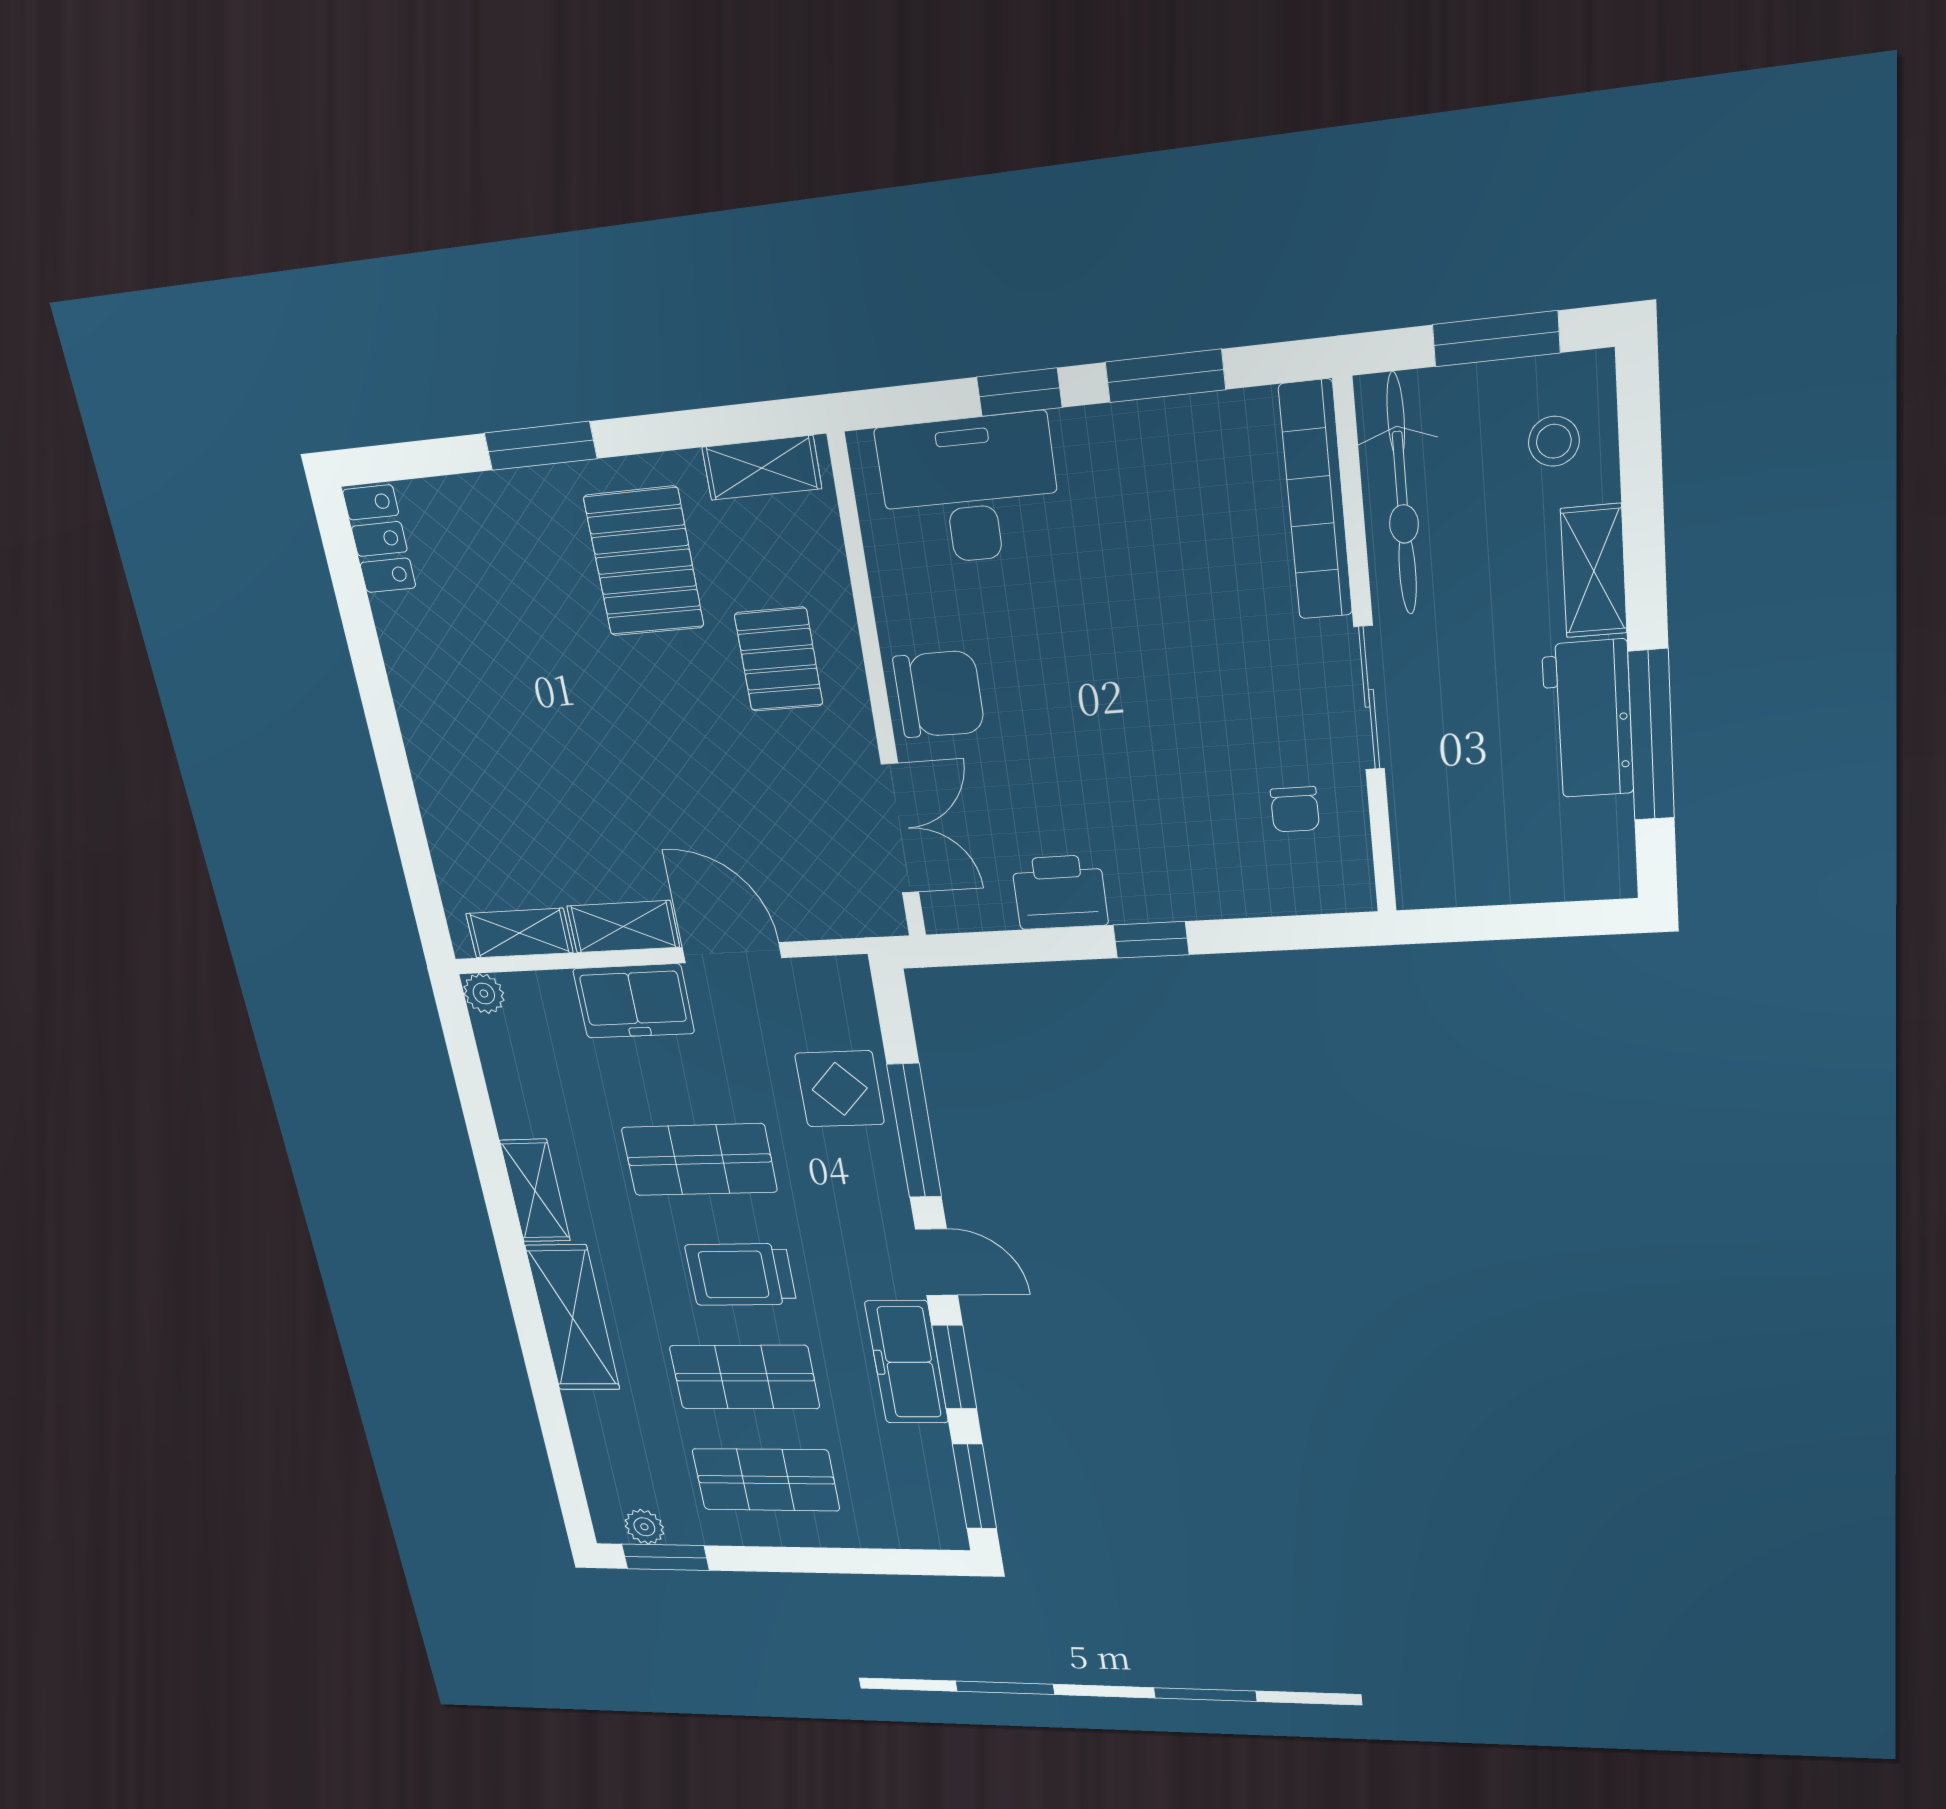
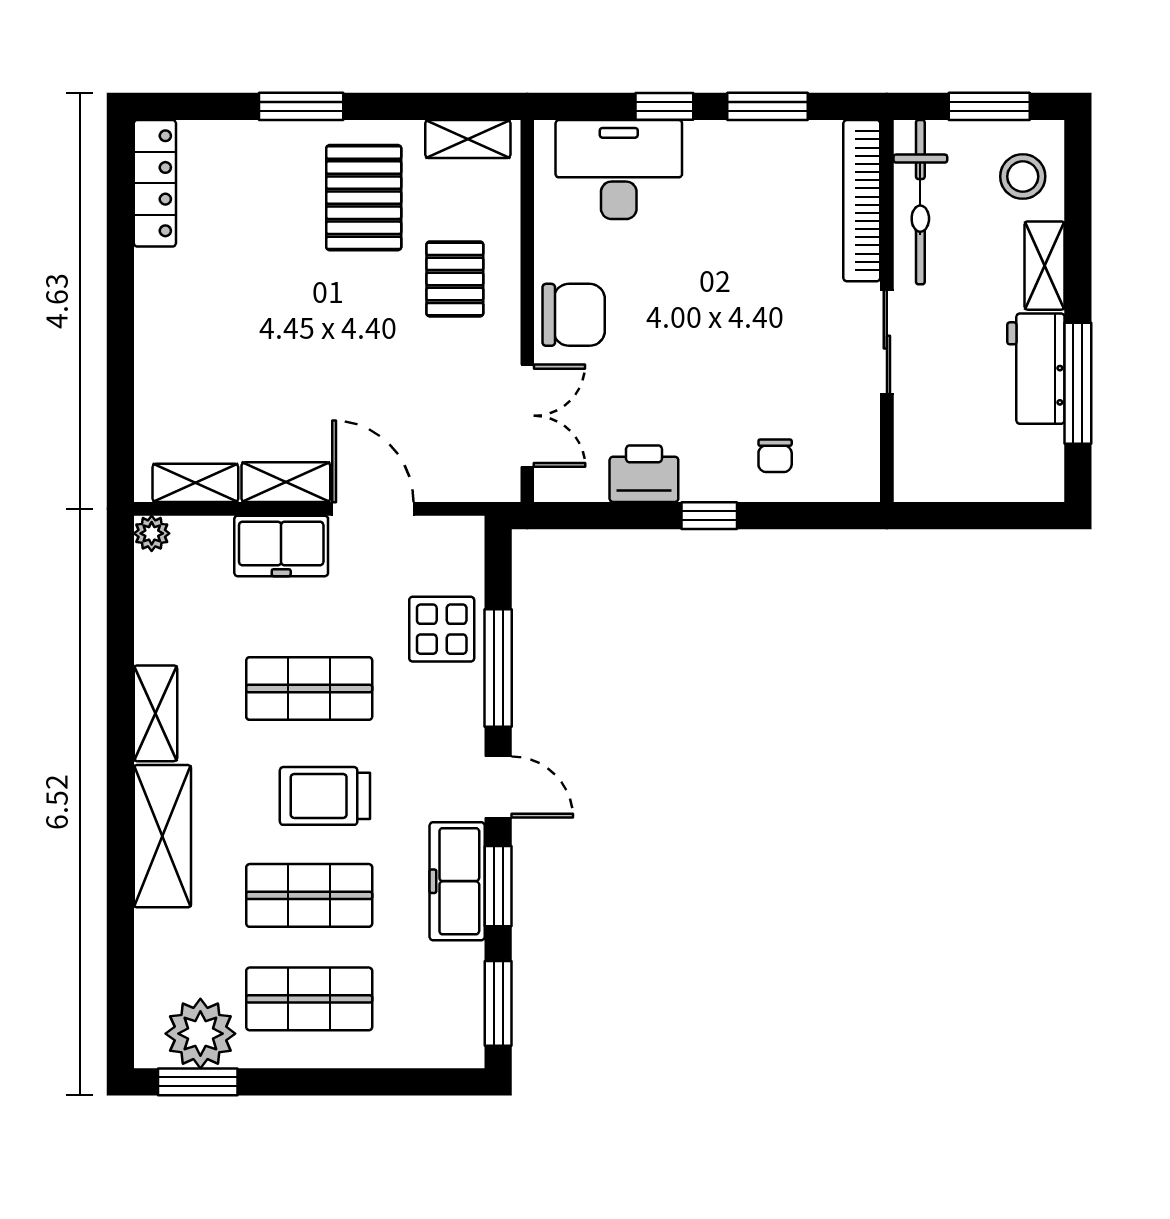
stool: (1554, 441) -> (1023, 176), width x1.37, depth x1.37
locker: (379, 539) -> (155, 183), width x1.53
chair: (1295, 809) -> (775, 456), moved
plant: (644, 1527) -> (200, 1034), width x1.87, depth x1.87

